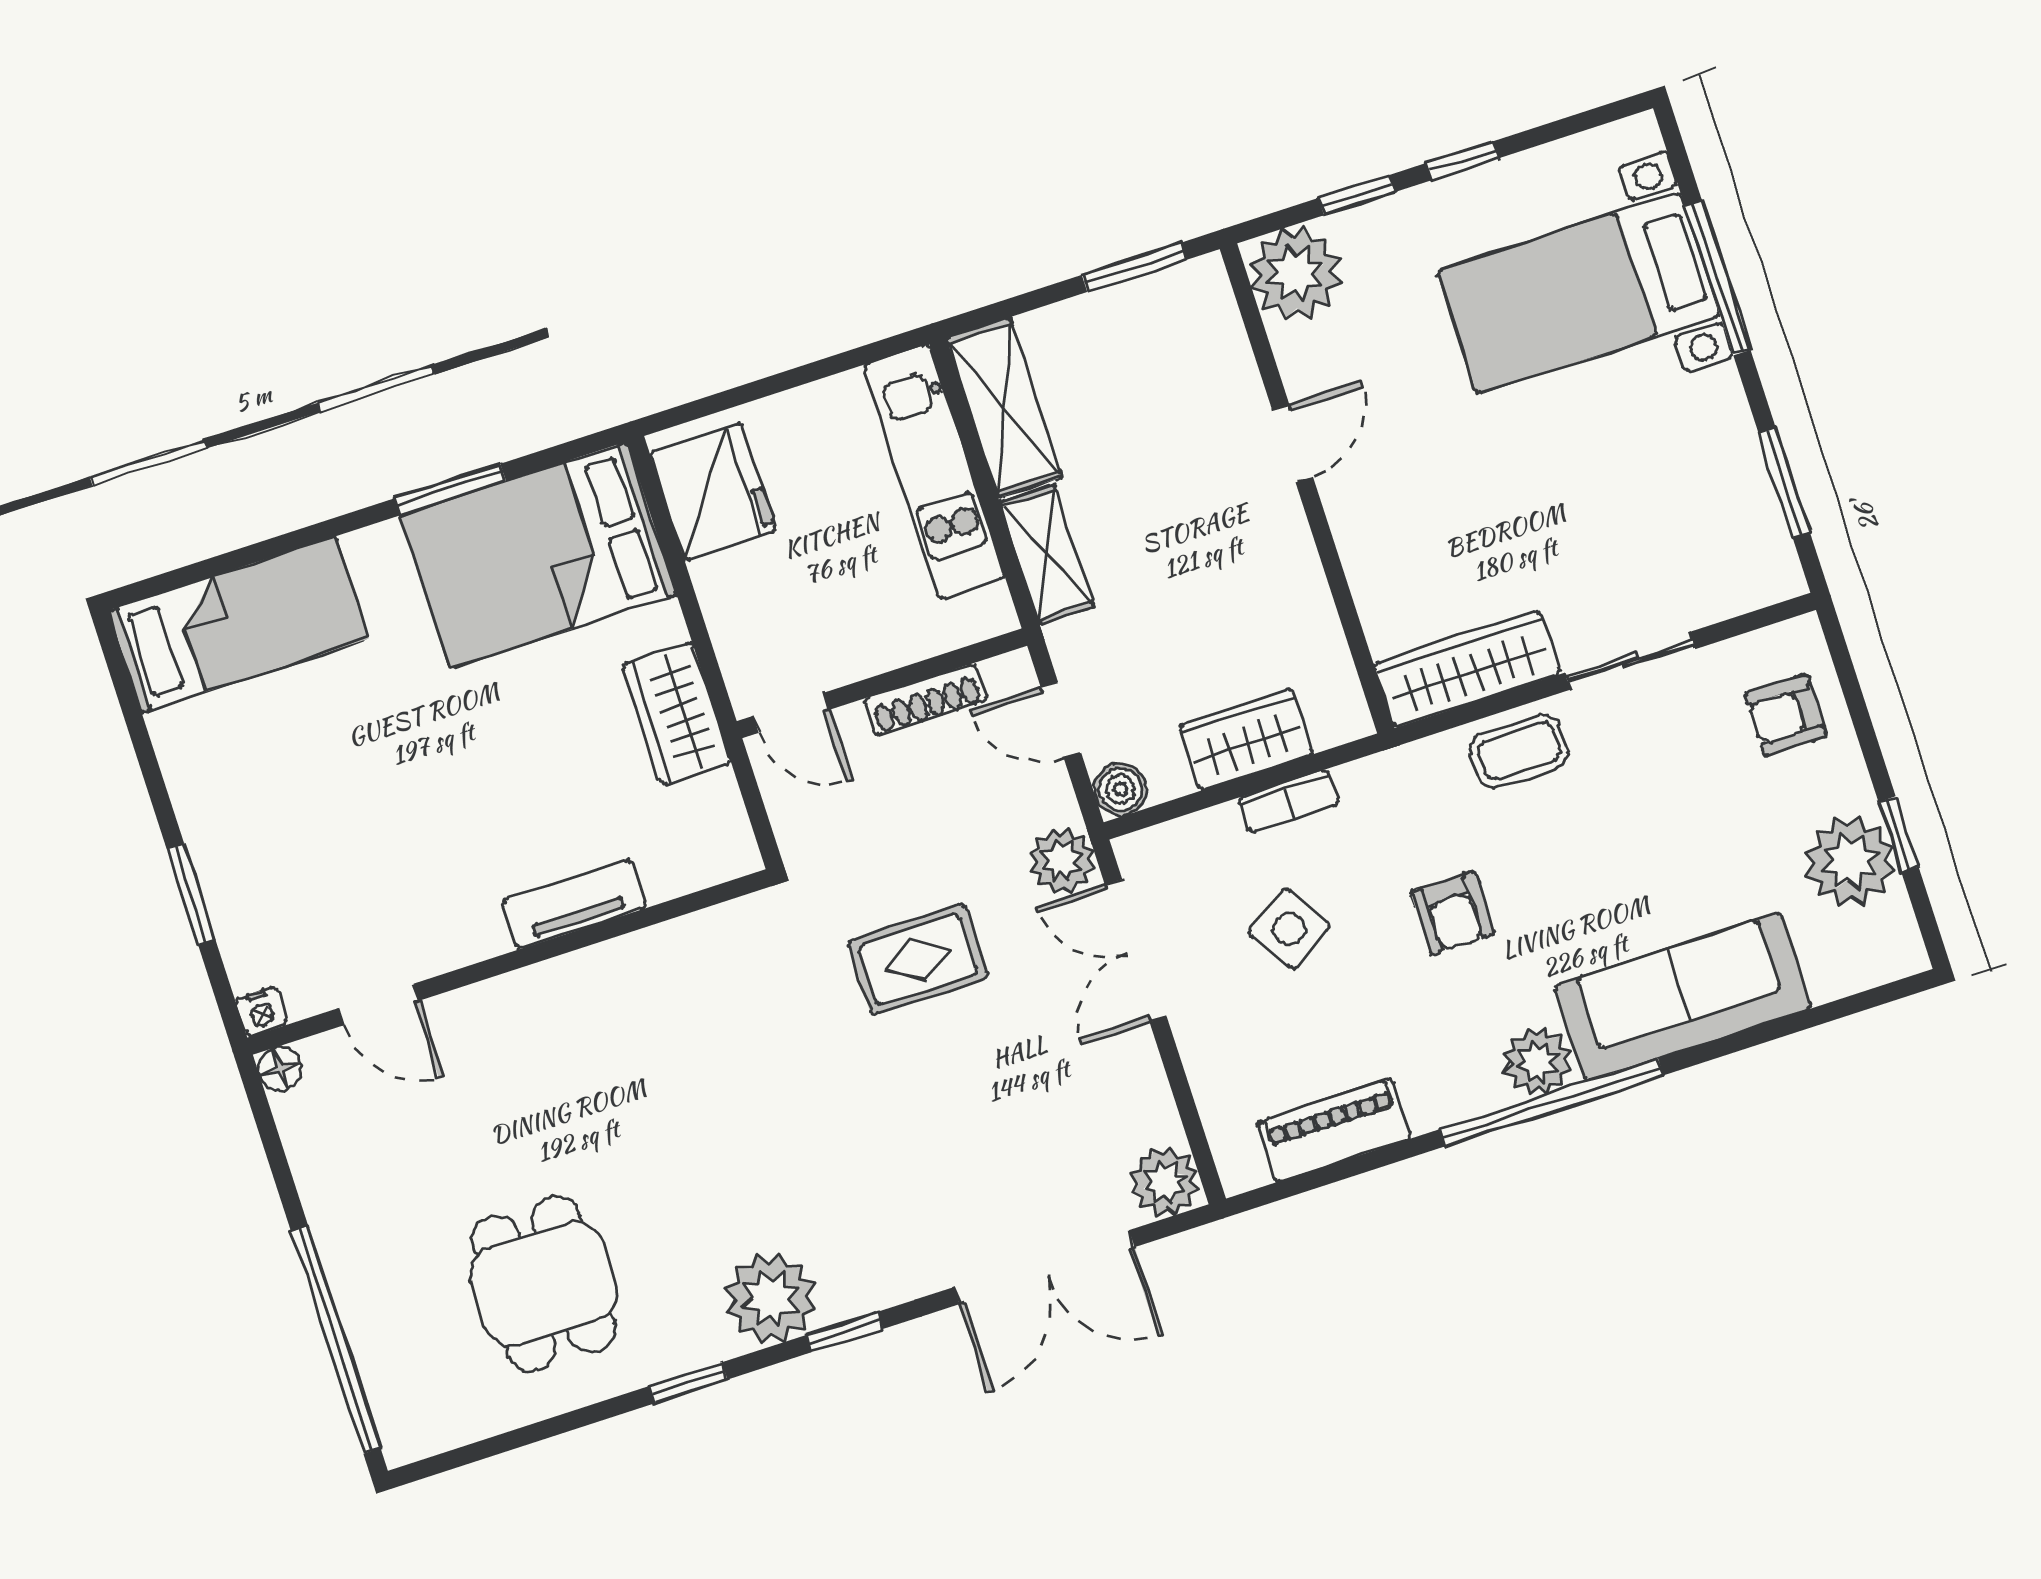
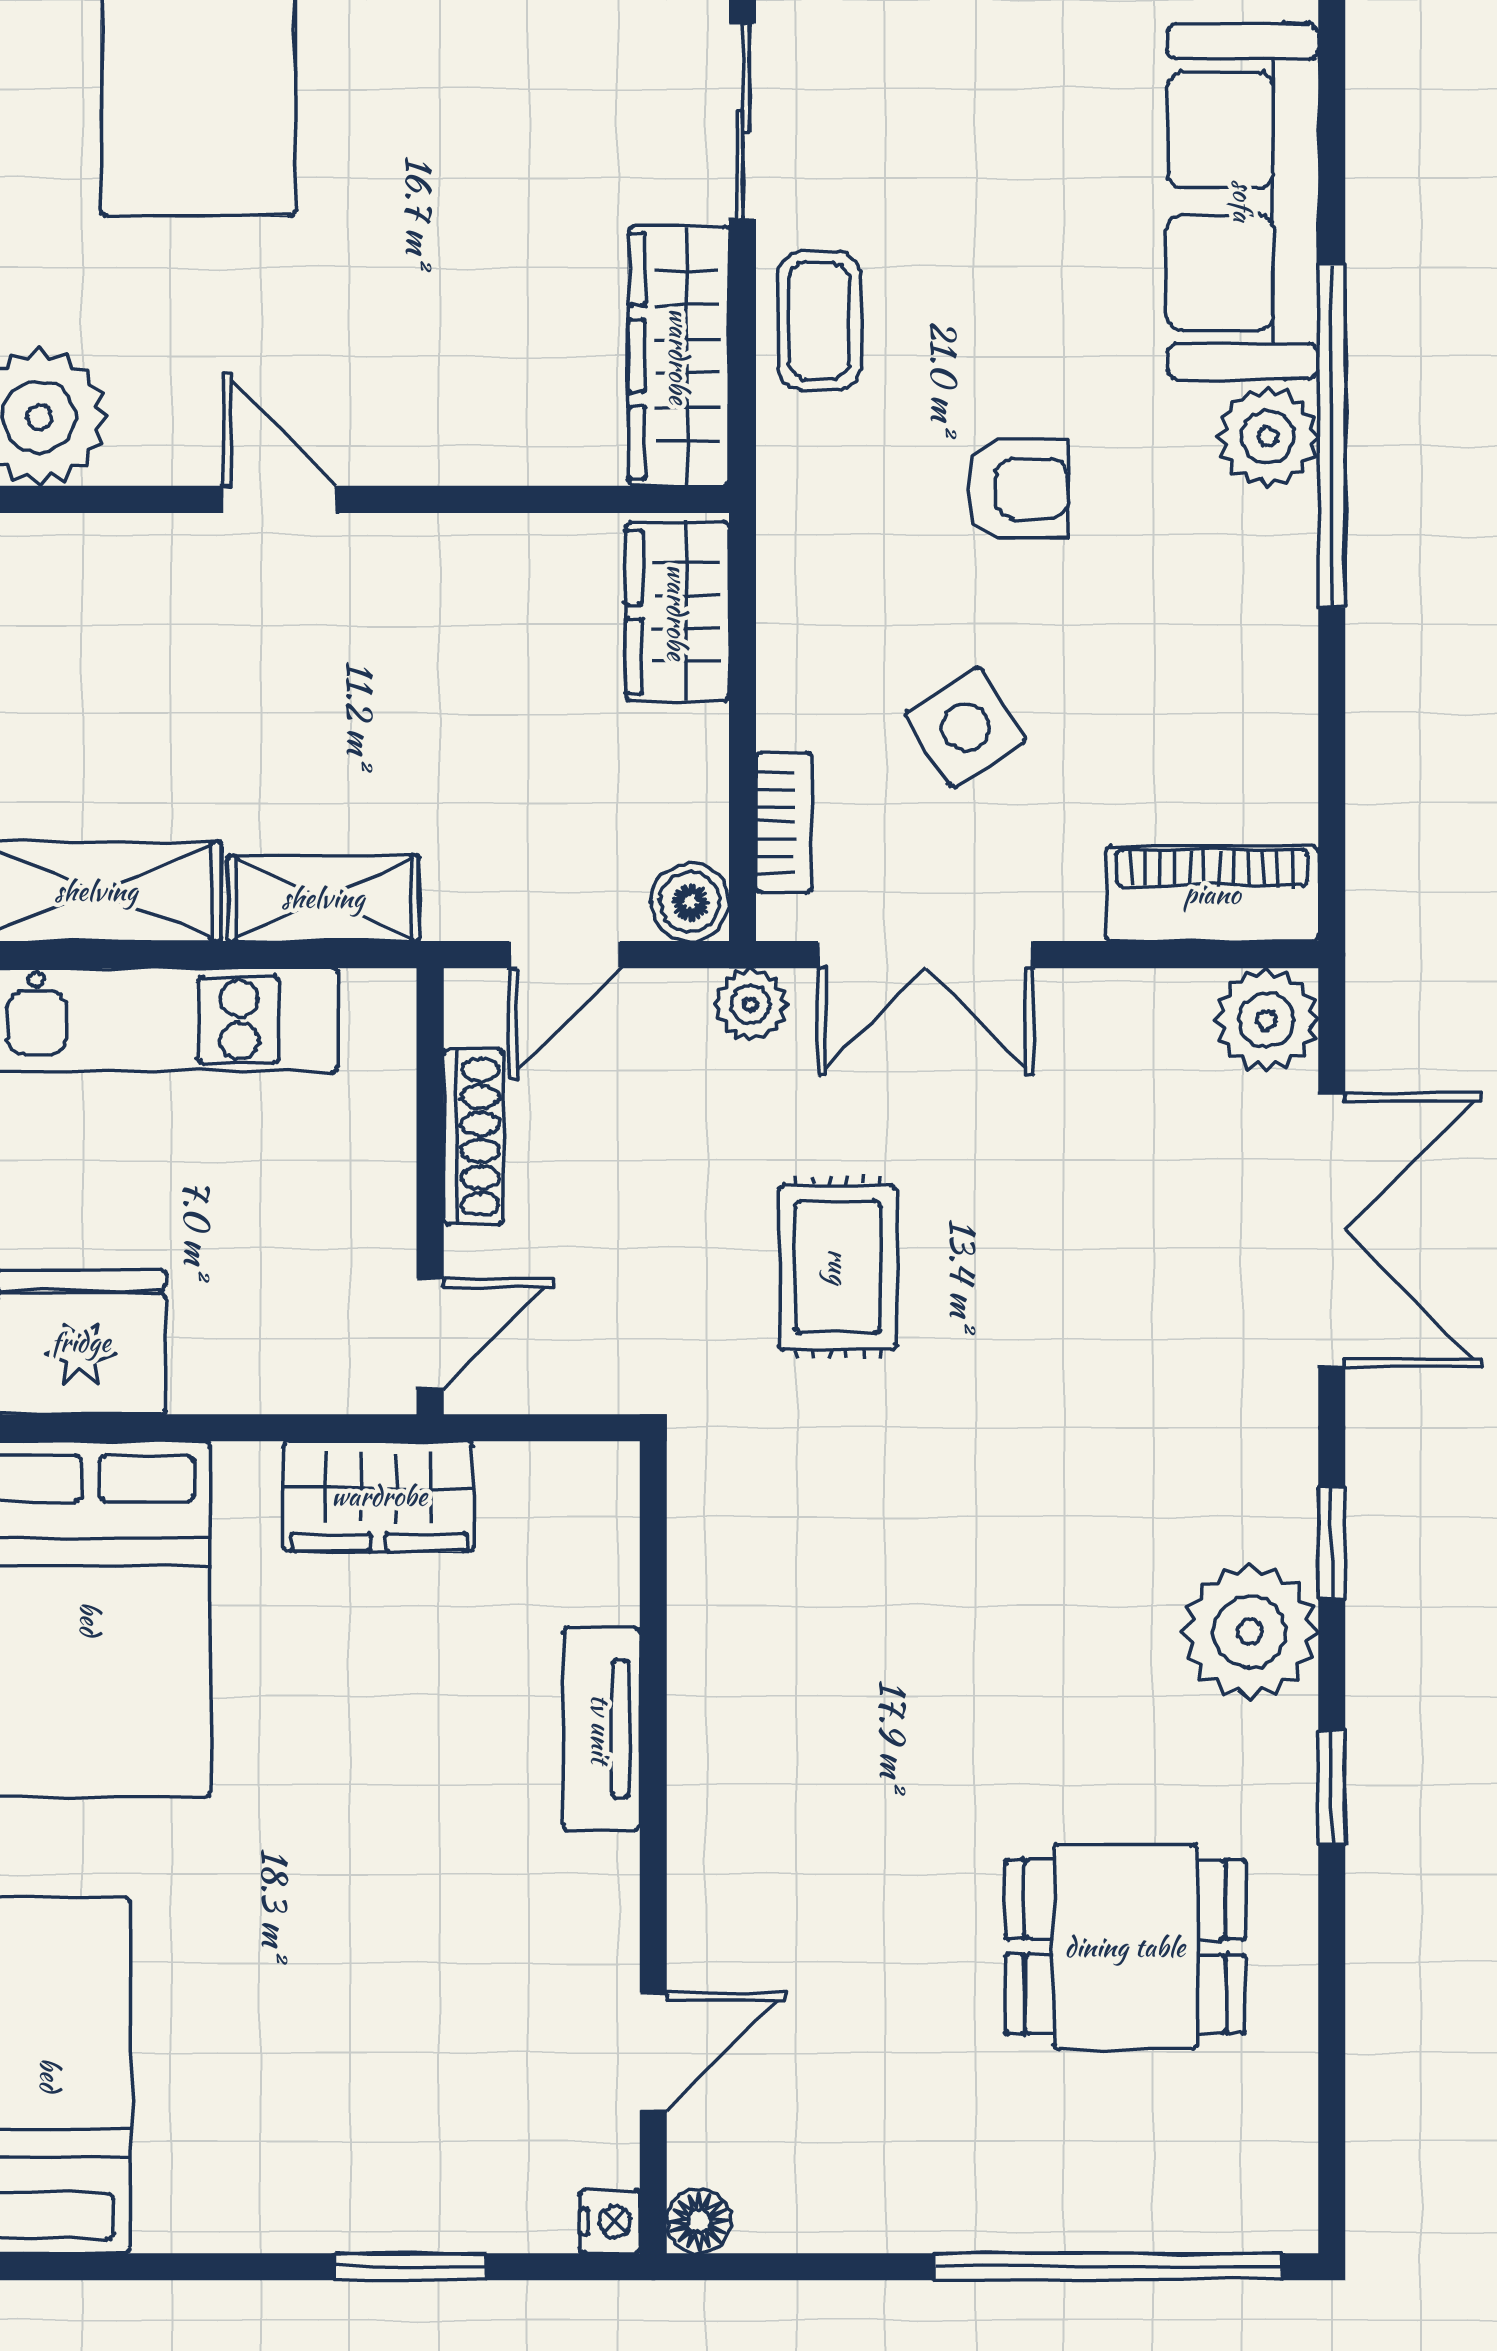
wardrobe: (1246, 740) -> (677, 612), moved
bookcase: (1289, 801) -> (784, 822), moved
plant: (1062, 861) -> (751, 1004), width x0.73, depth x0.73
piano: (1334, 1130) -> (1212, 894), moved, turned 90

